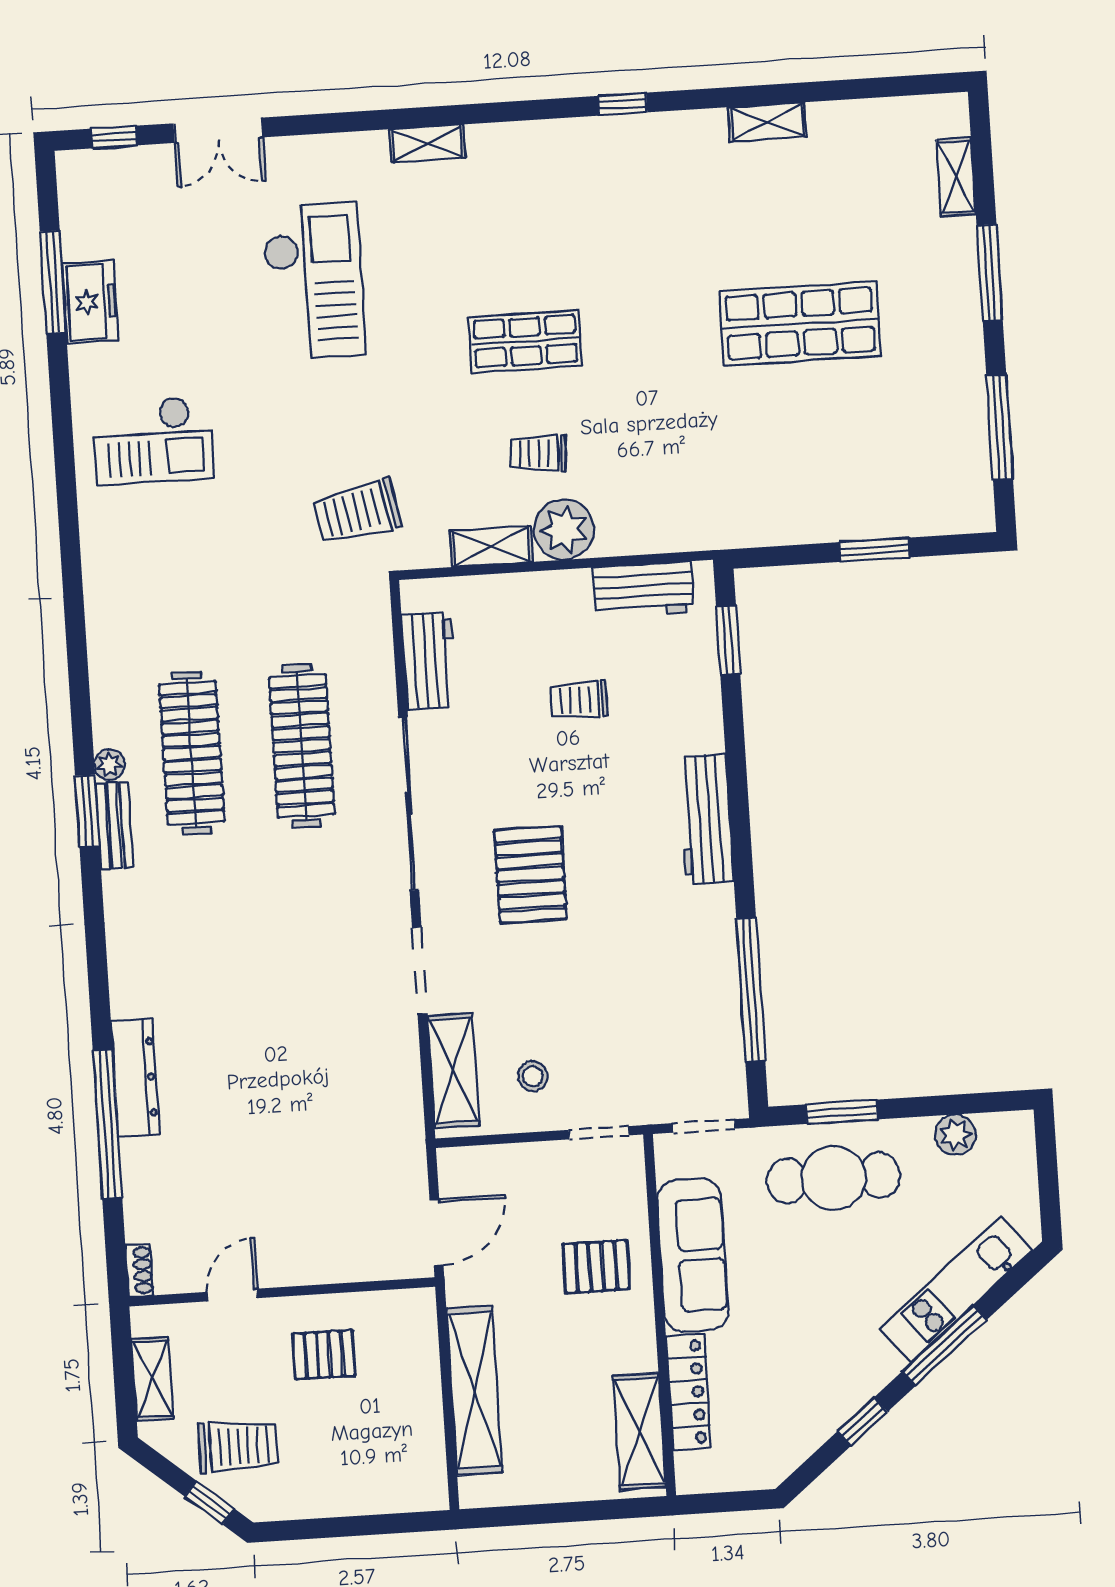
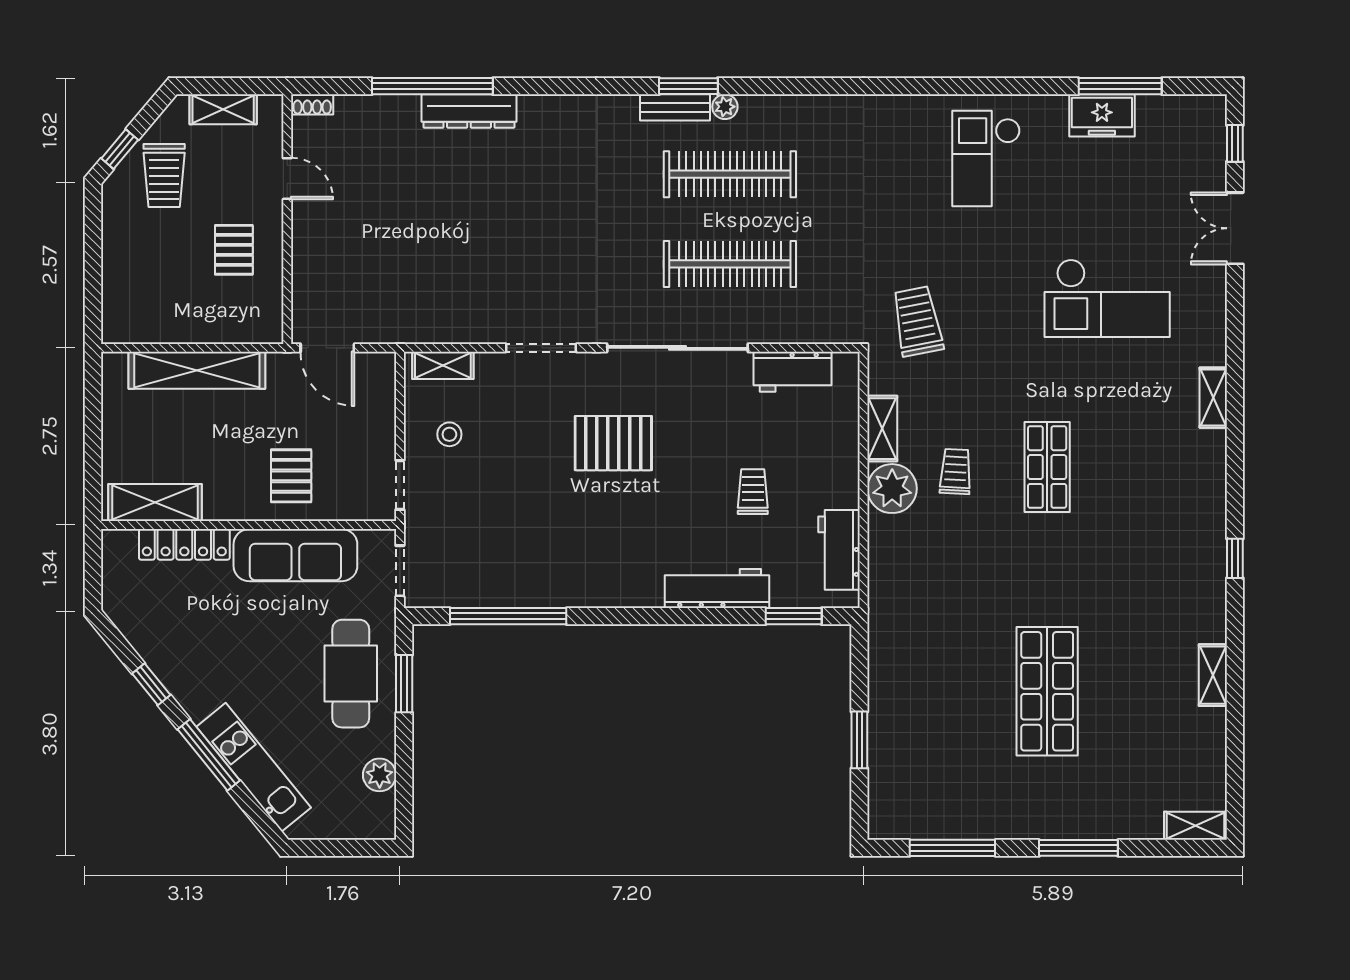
shelving: (956, 177) -> (1195, 826), moved
workbench: (706, 819) -> (717, 588), moved
shelving: (453, 1070) -> (443, 365), width x0.67, depth x0.75

